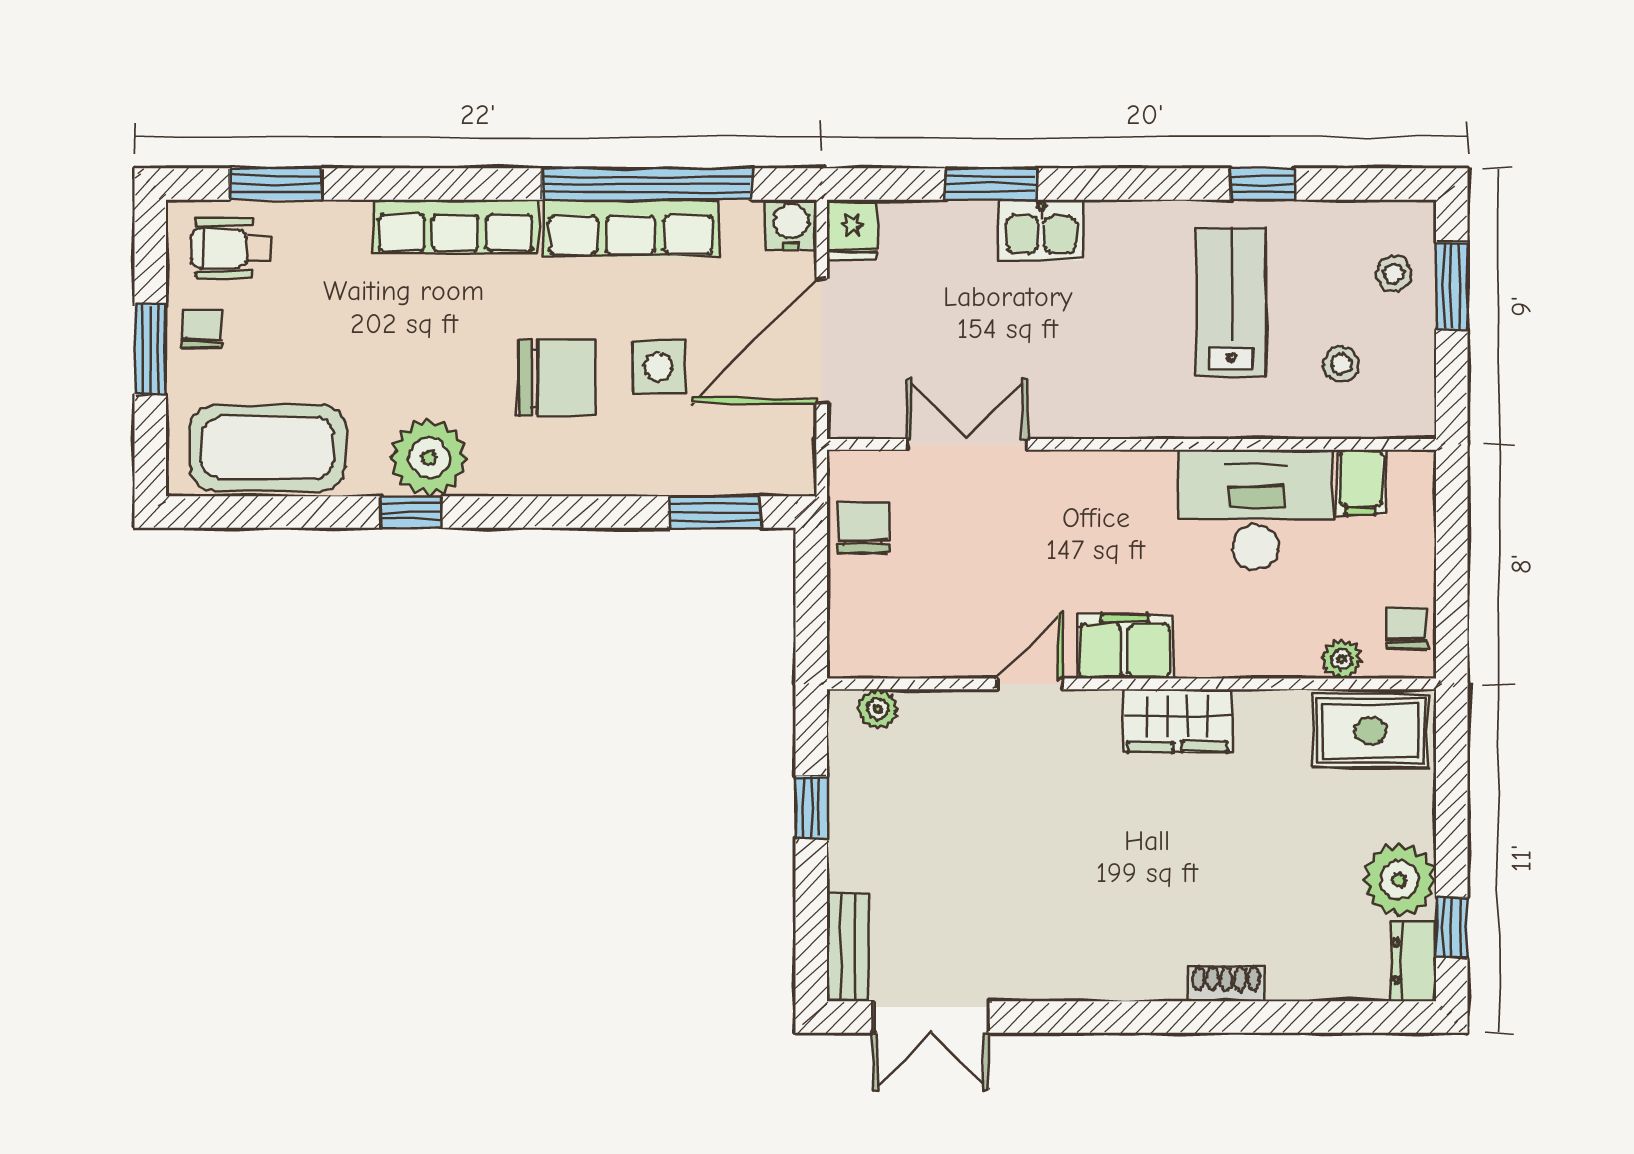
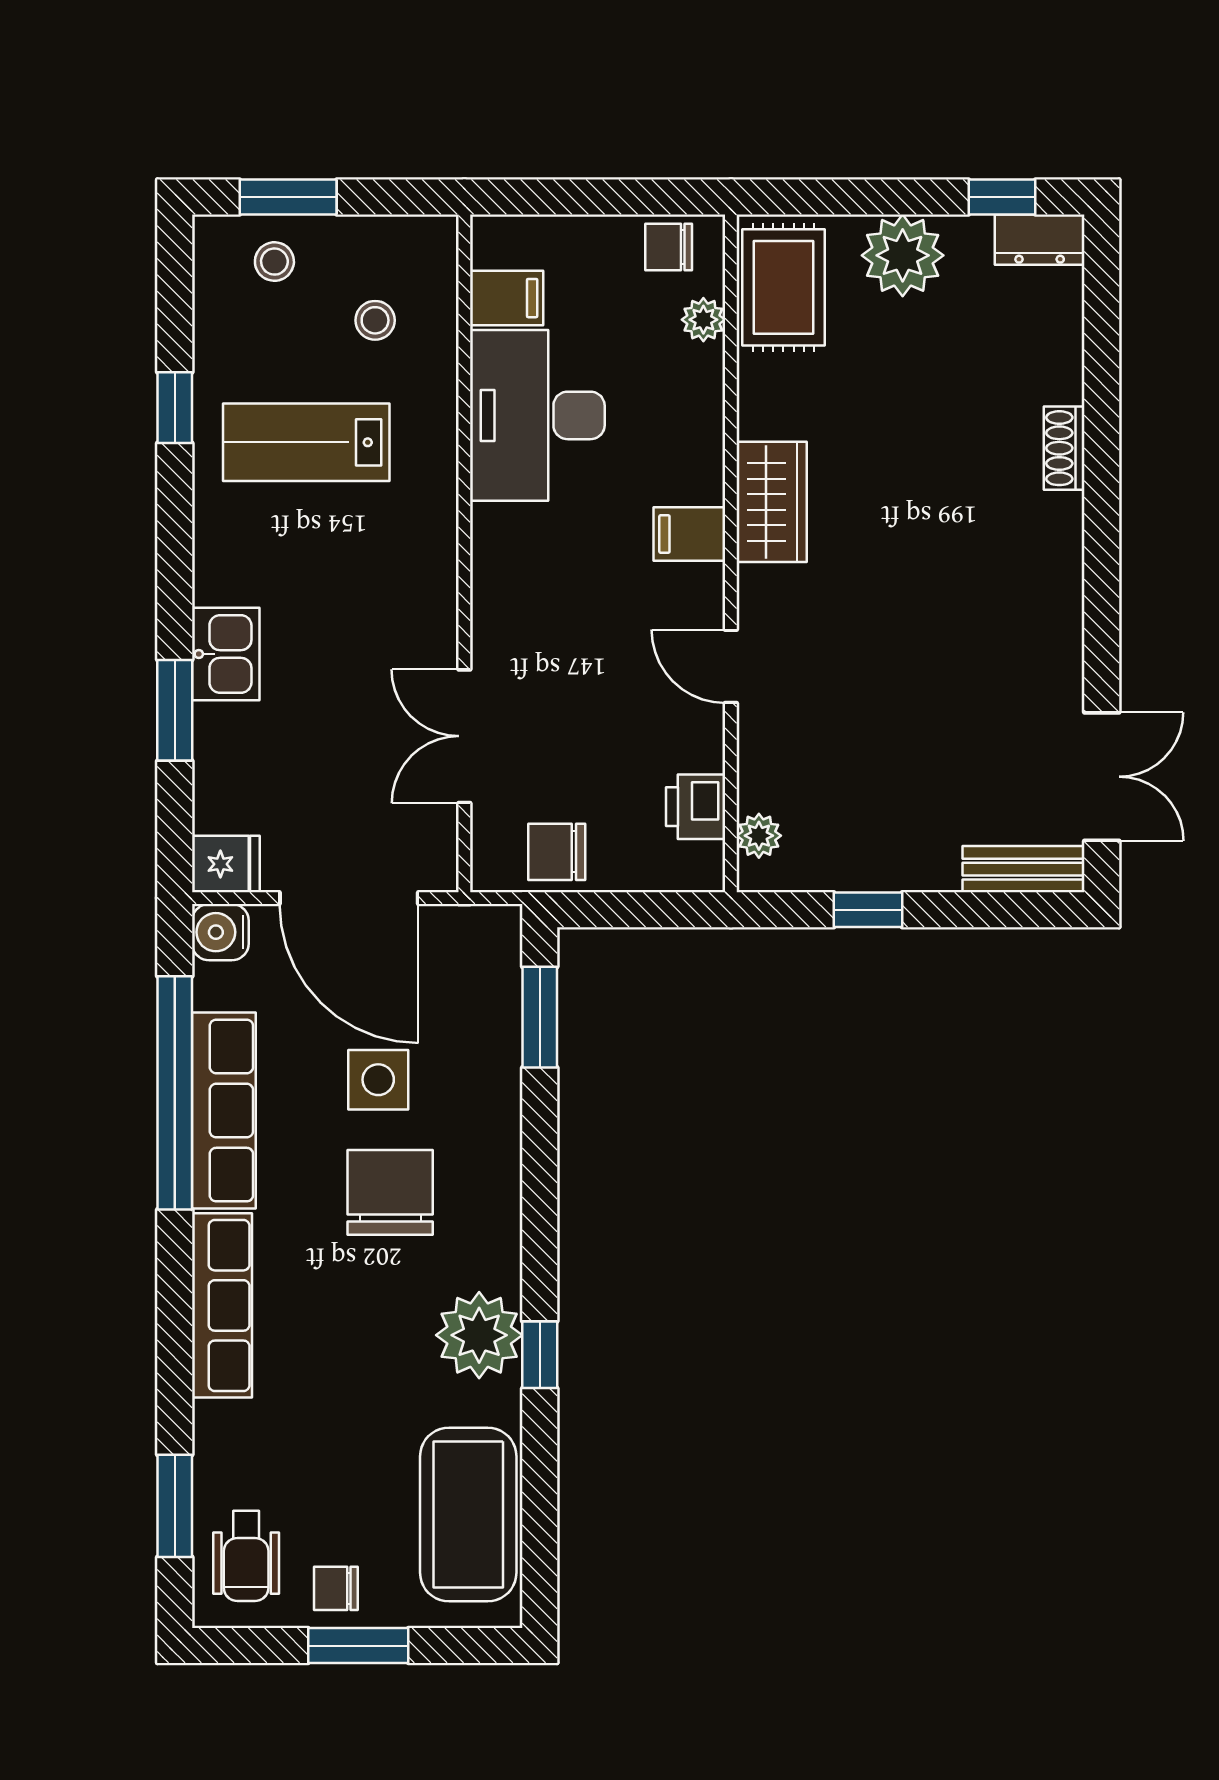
filing cabinet: (1125, 647) -> (689, 534), width x0.50
printer: (904, 652) -> (696, 807), added
plant: (1399, 880) -> (903, 255), moved

